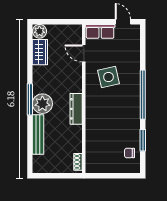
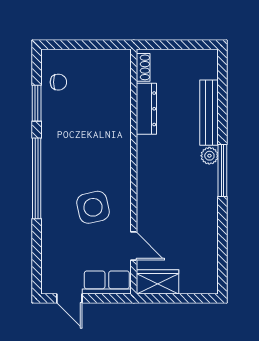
plant: (39, 31) -> (207, 283), removed
wardrobe: (40, 52) -> (157, 282), moved, turned 90
plant: (42, 104) -> (209, 156), width x0.53, depth x0.53
dresser: (76, 109) -> (146, 109), moved

